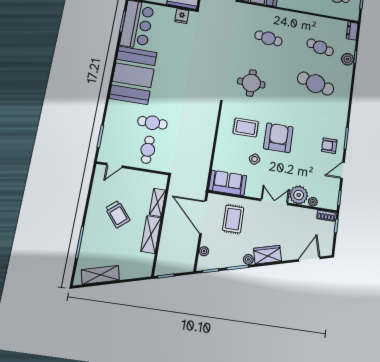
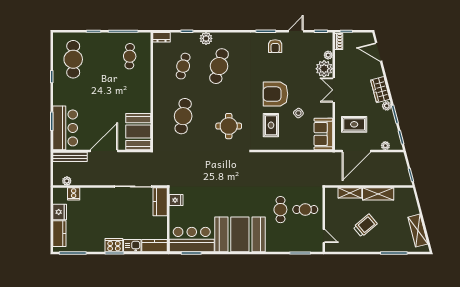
cafe table: (268, 38) -> (183, 116), width x1.37, depth x1.35
plant: (348, 59) -> (206, 38), moved
door: (343, 170) -> (296, 31), swing flipped

